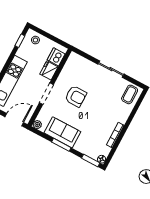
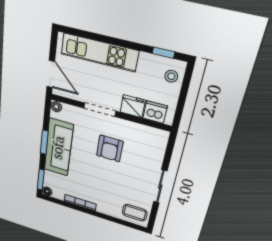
sofa: (62, 132) -> (58, 147), width x1.36

